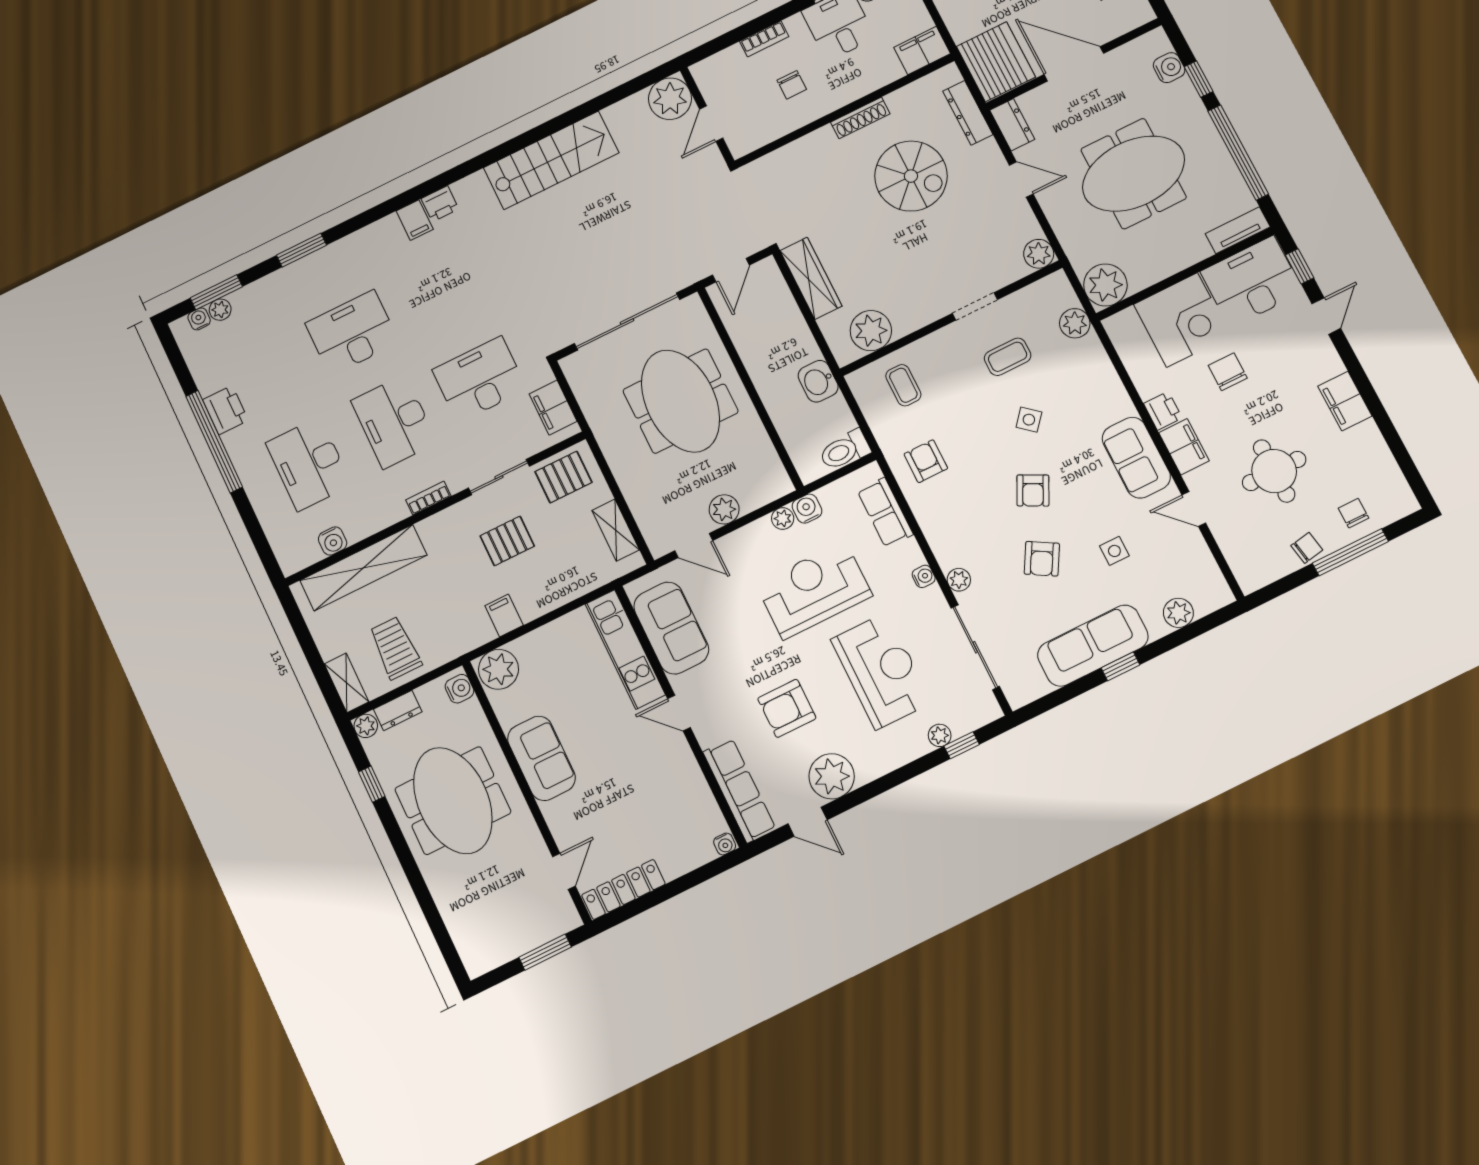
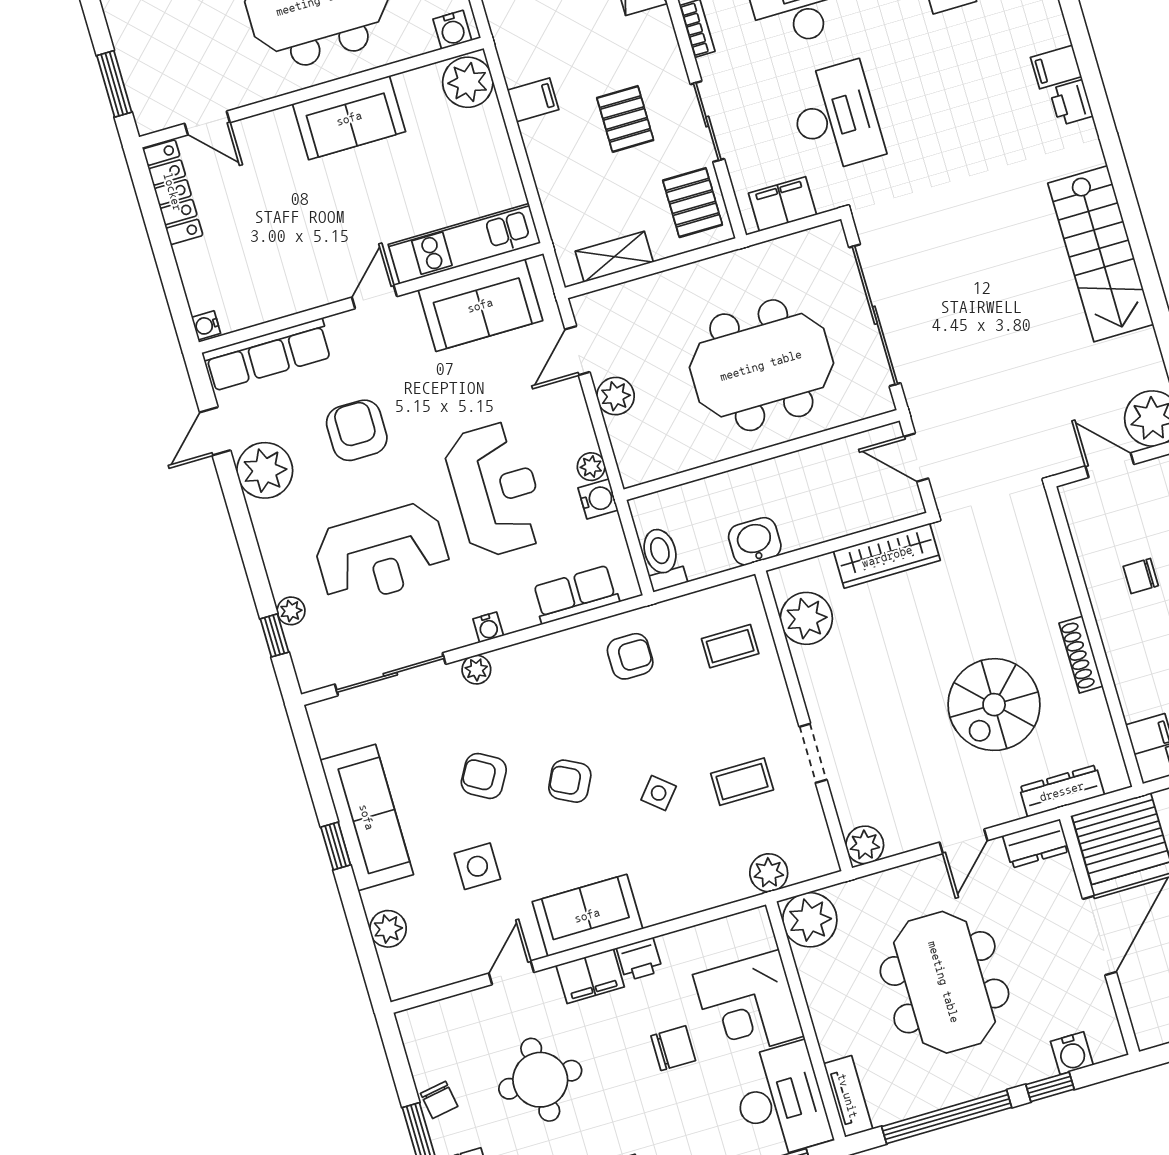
coffee table: (1008, 357) -> (742, 782), turned 90
side table: (1114, 551) -> (477, 866), width x1.37, depth x1.37

